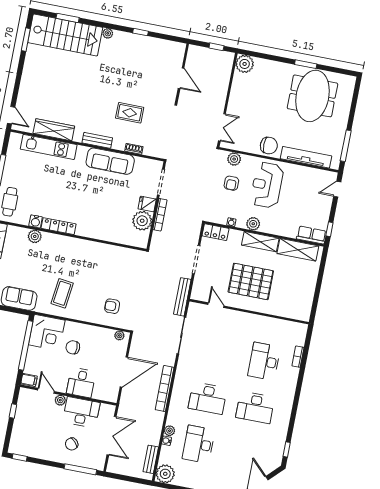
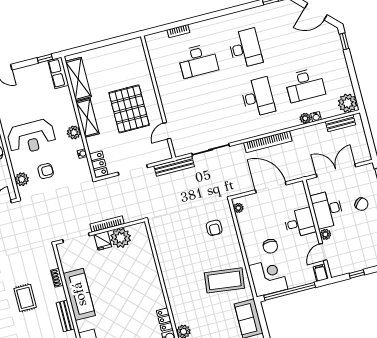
locker: (59, 226) -> (165, 320), width x0.66
coffee table: (62, 293) -> (224, 280), width x1.36, depth x1.32

